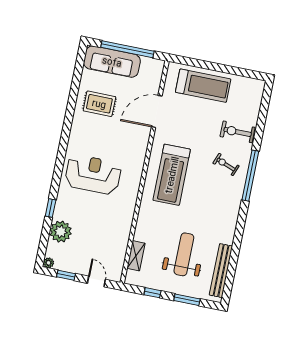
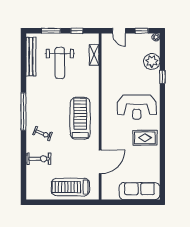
window: (127, 49) -> (130, 202), removed
rug: (99, 104) -> (145, 138), moved
window: (250, 176) -> (23, 111), moved

